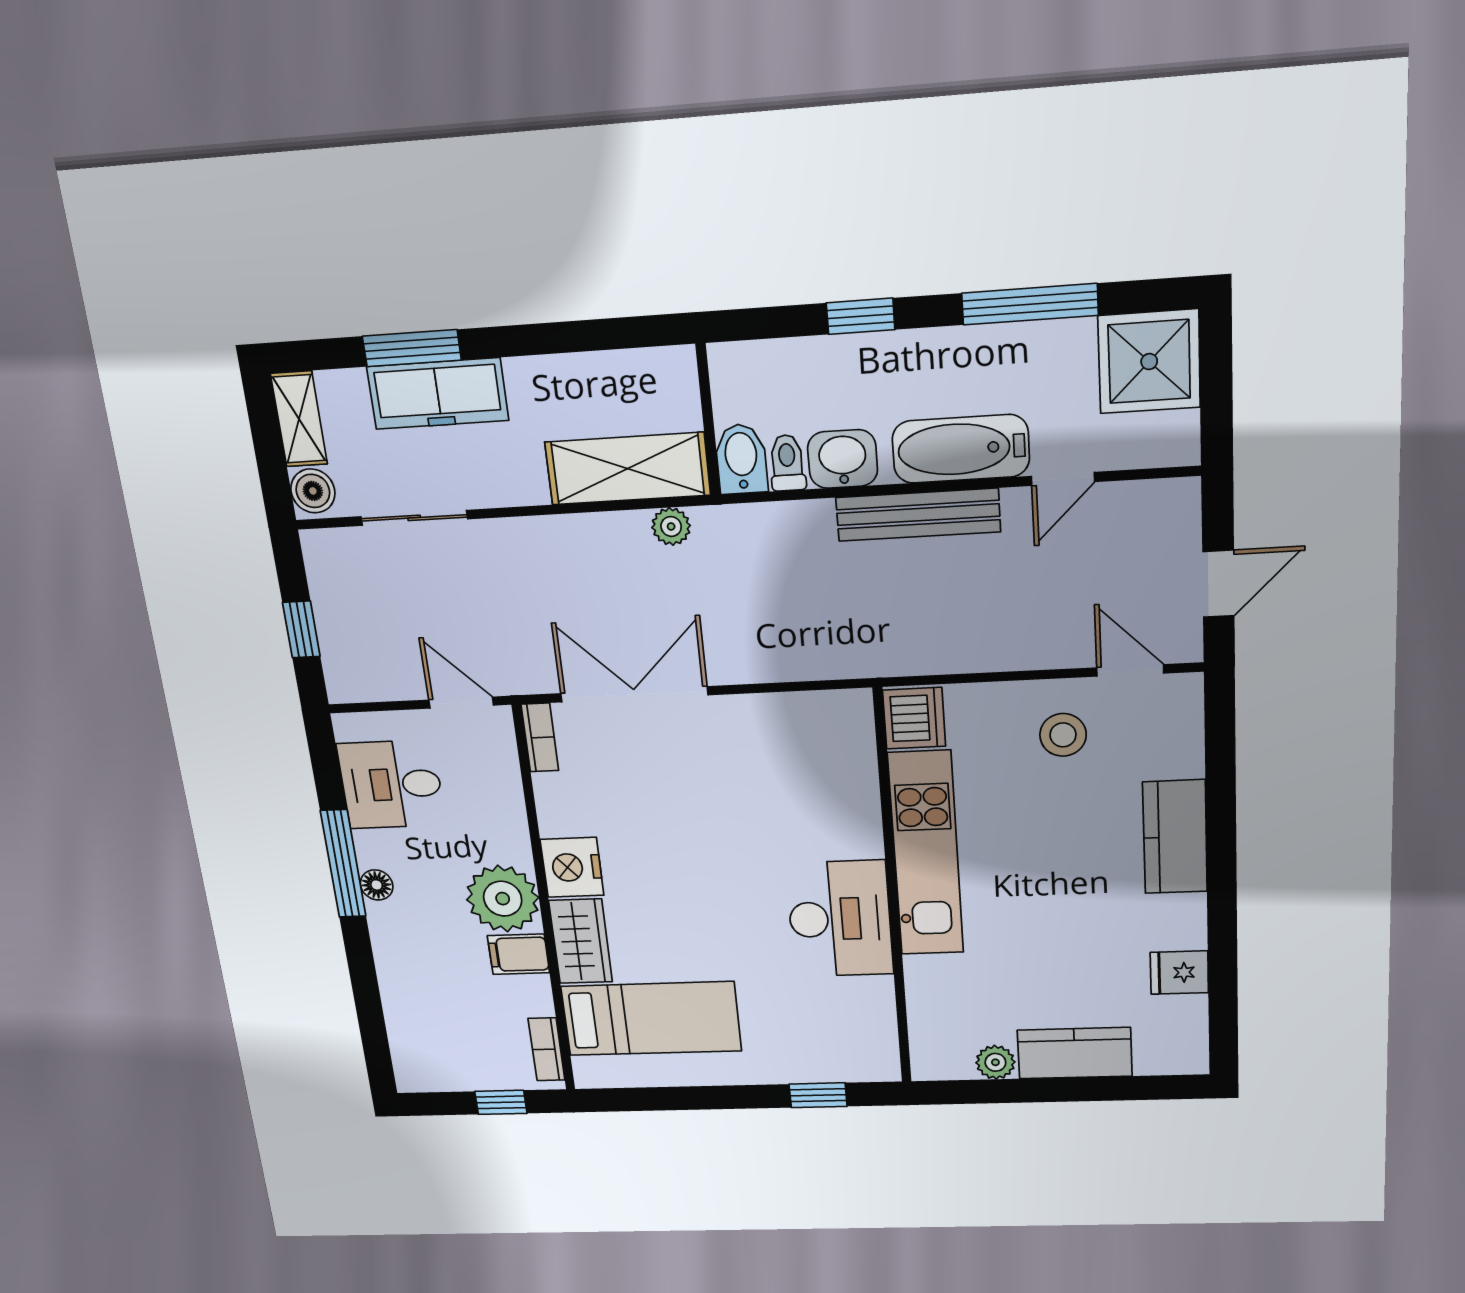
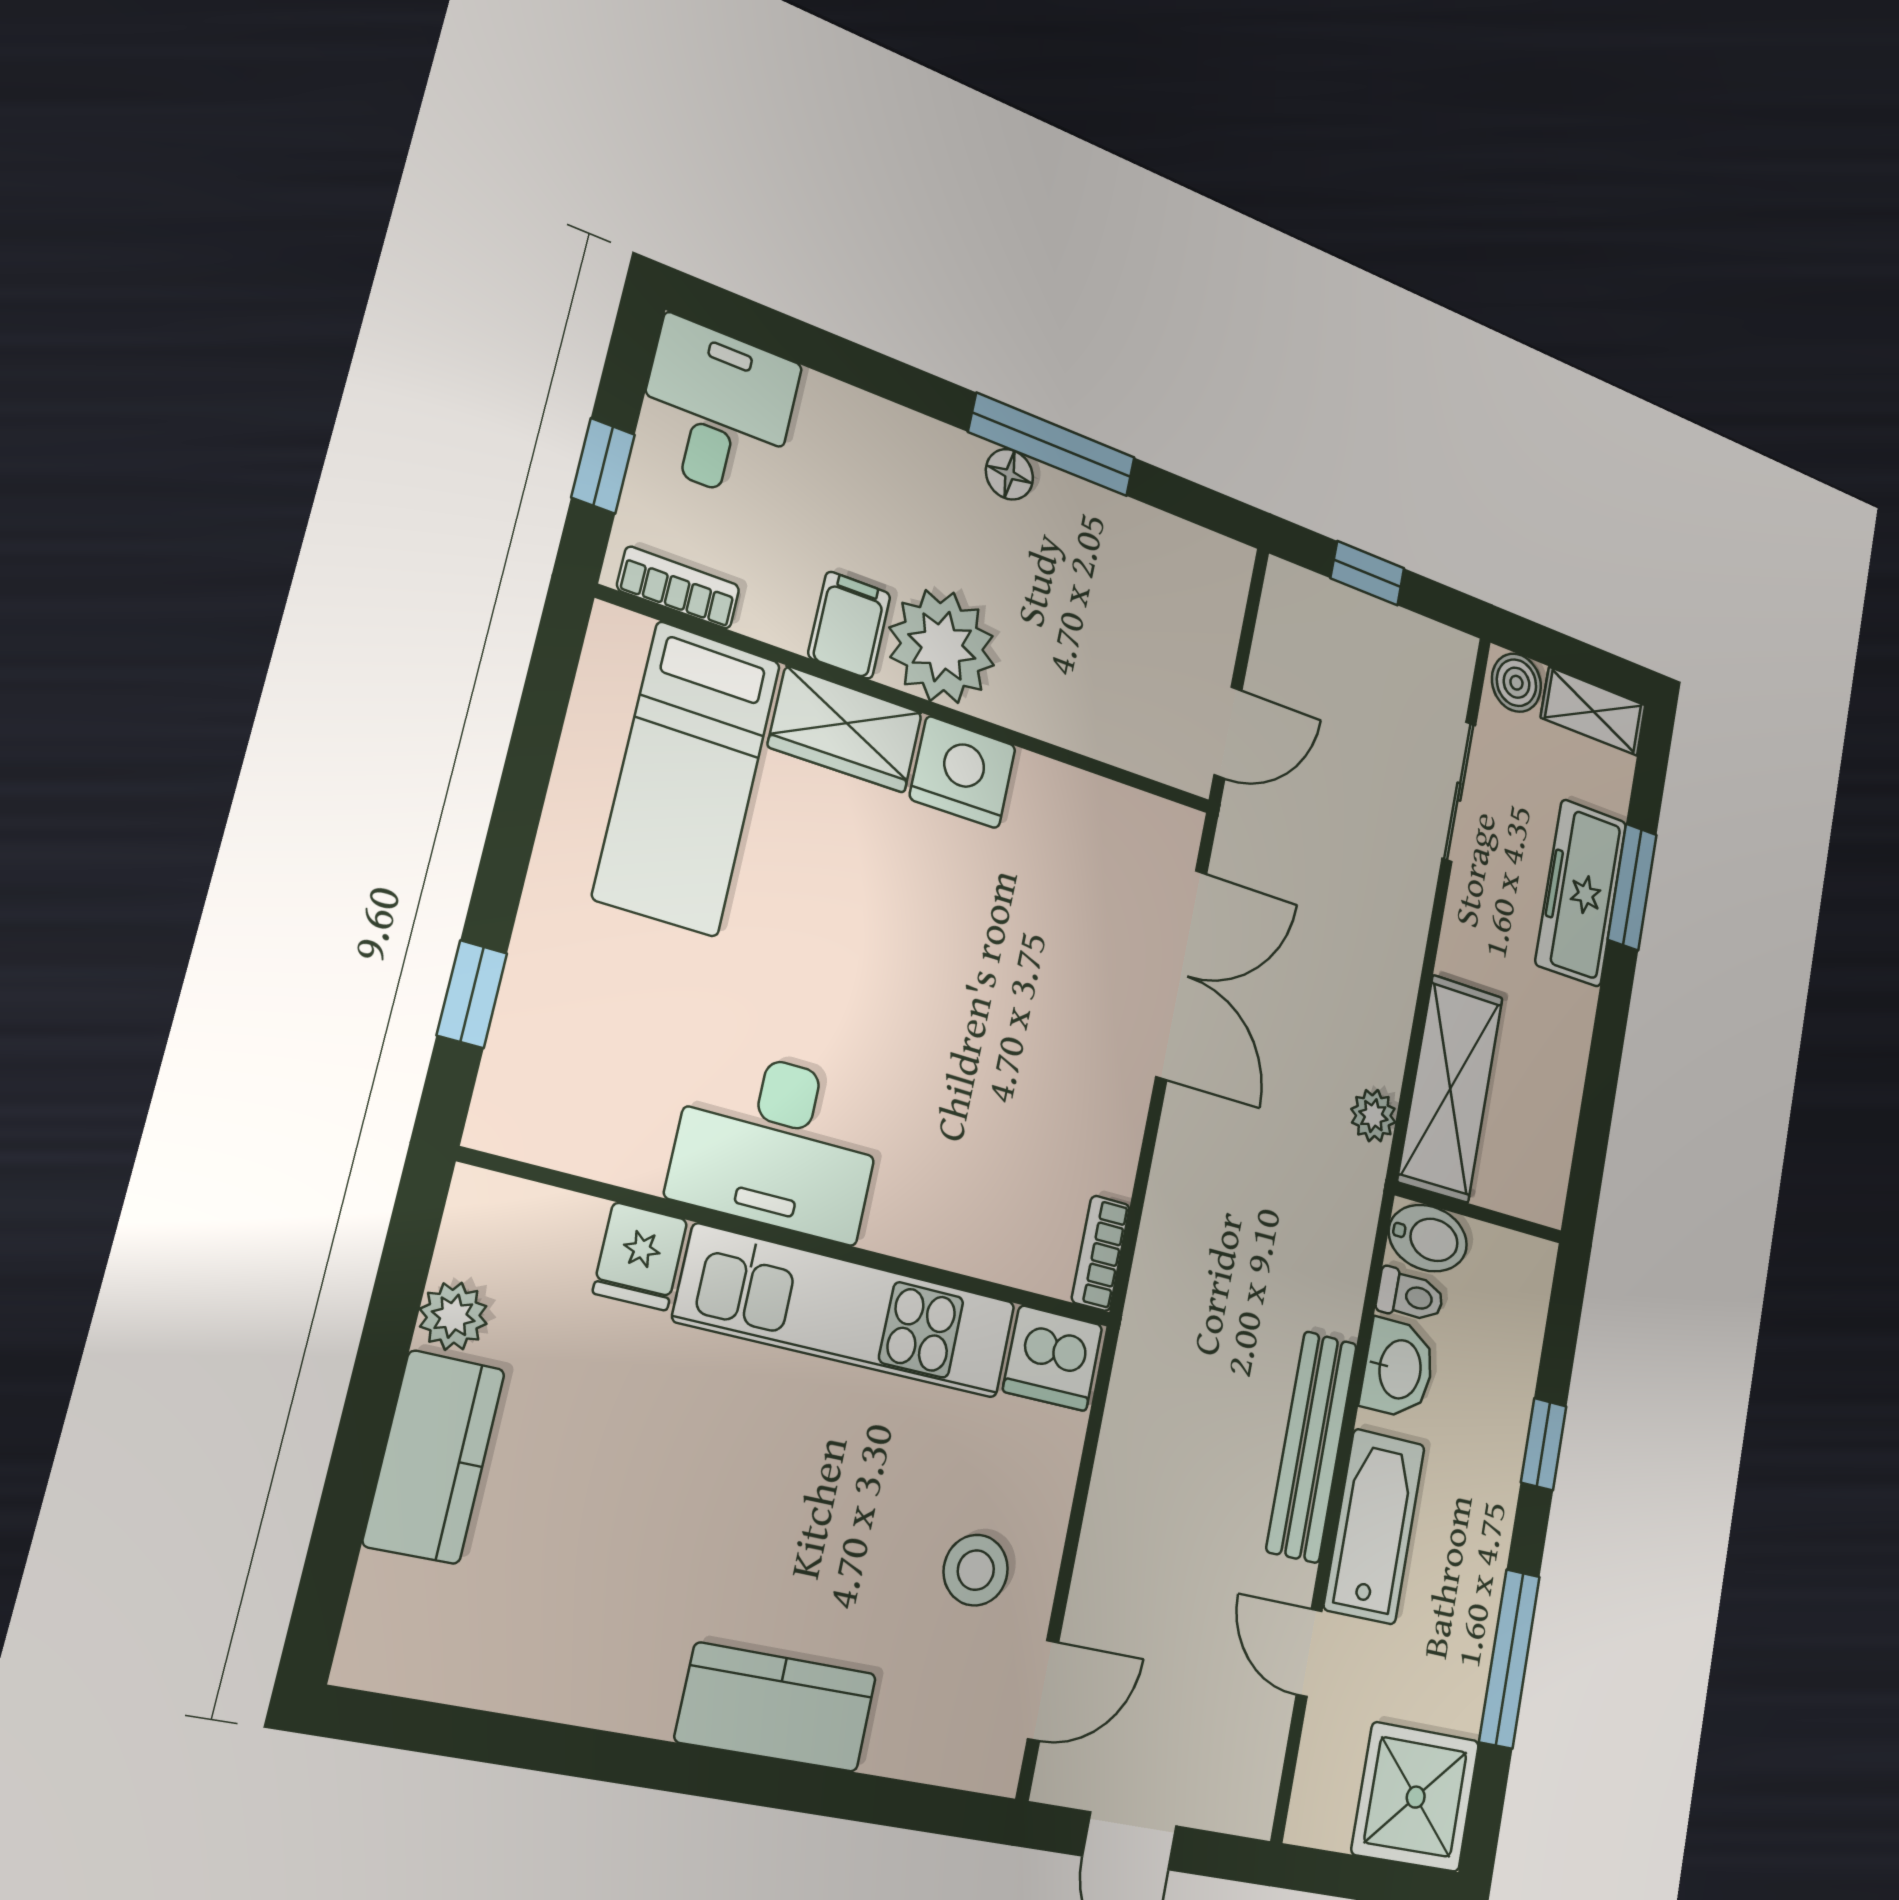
bookcase: (540, 738) -> (1101, 1253), moved, turned 90
desk: (391, 784) -> (717, 410), moved
fridge: (1179, 973) -> (640, 1256), moved, turned 180

